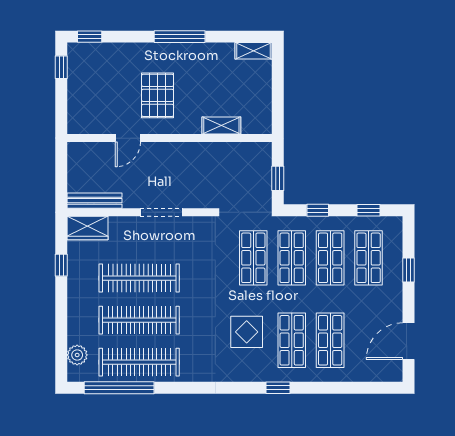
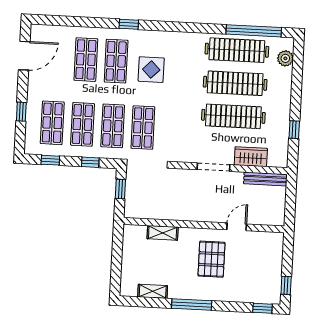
shelving: (253, 51) -> (153, 291), moved
wardrobe: (87, 228) -> (251, 157), moved

